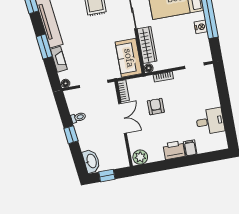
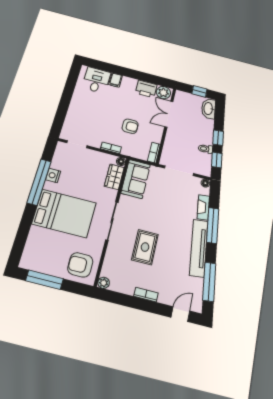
wardrobe: (147, 45) -> (114, 177), width x0.67
window: (44, 47) -> (213, 225), width x1.44
armchair: (156, 107) -> (130, 126), turned -90
window: (64, 111) -> (217, 160), added
double door: (123, 118) -> (169, 114), moved
desk: (210, 121) -> (96, 80), moved, turned 90
printer: (174, 150) -> (146, 89), moved

